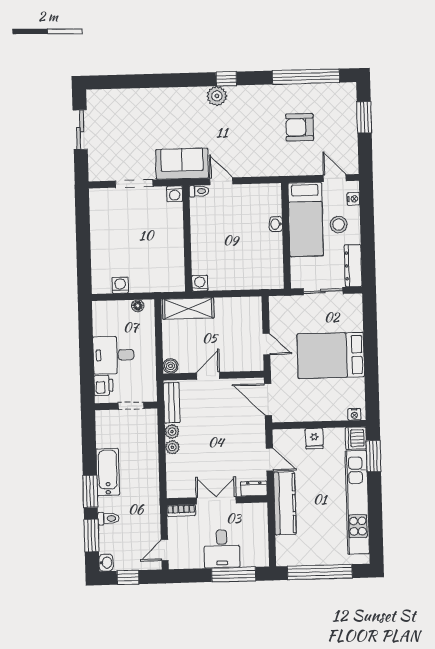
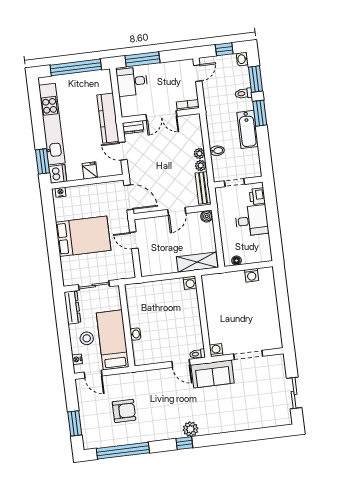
bidet: (149, 449) -> (217, 151), added
desk: (222, 549) -> (132, 82), moved, turned -90

